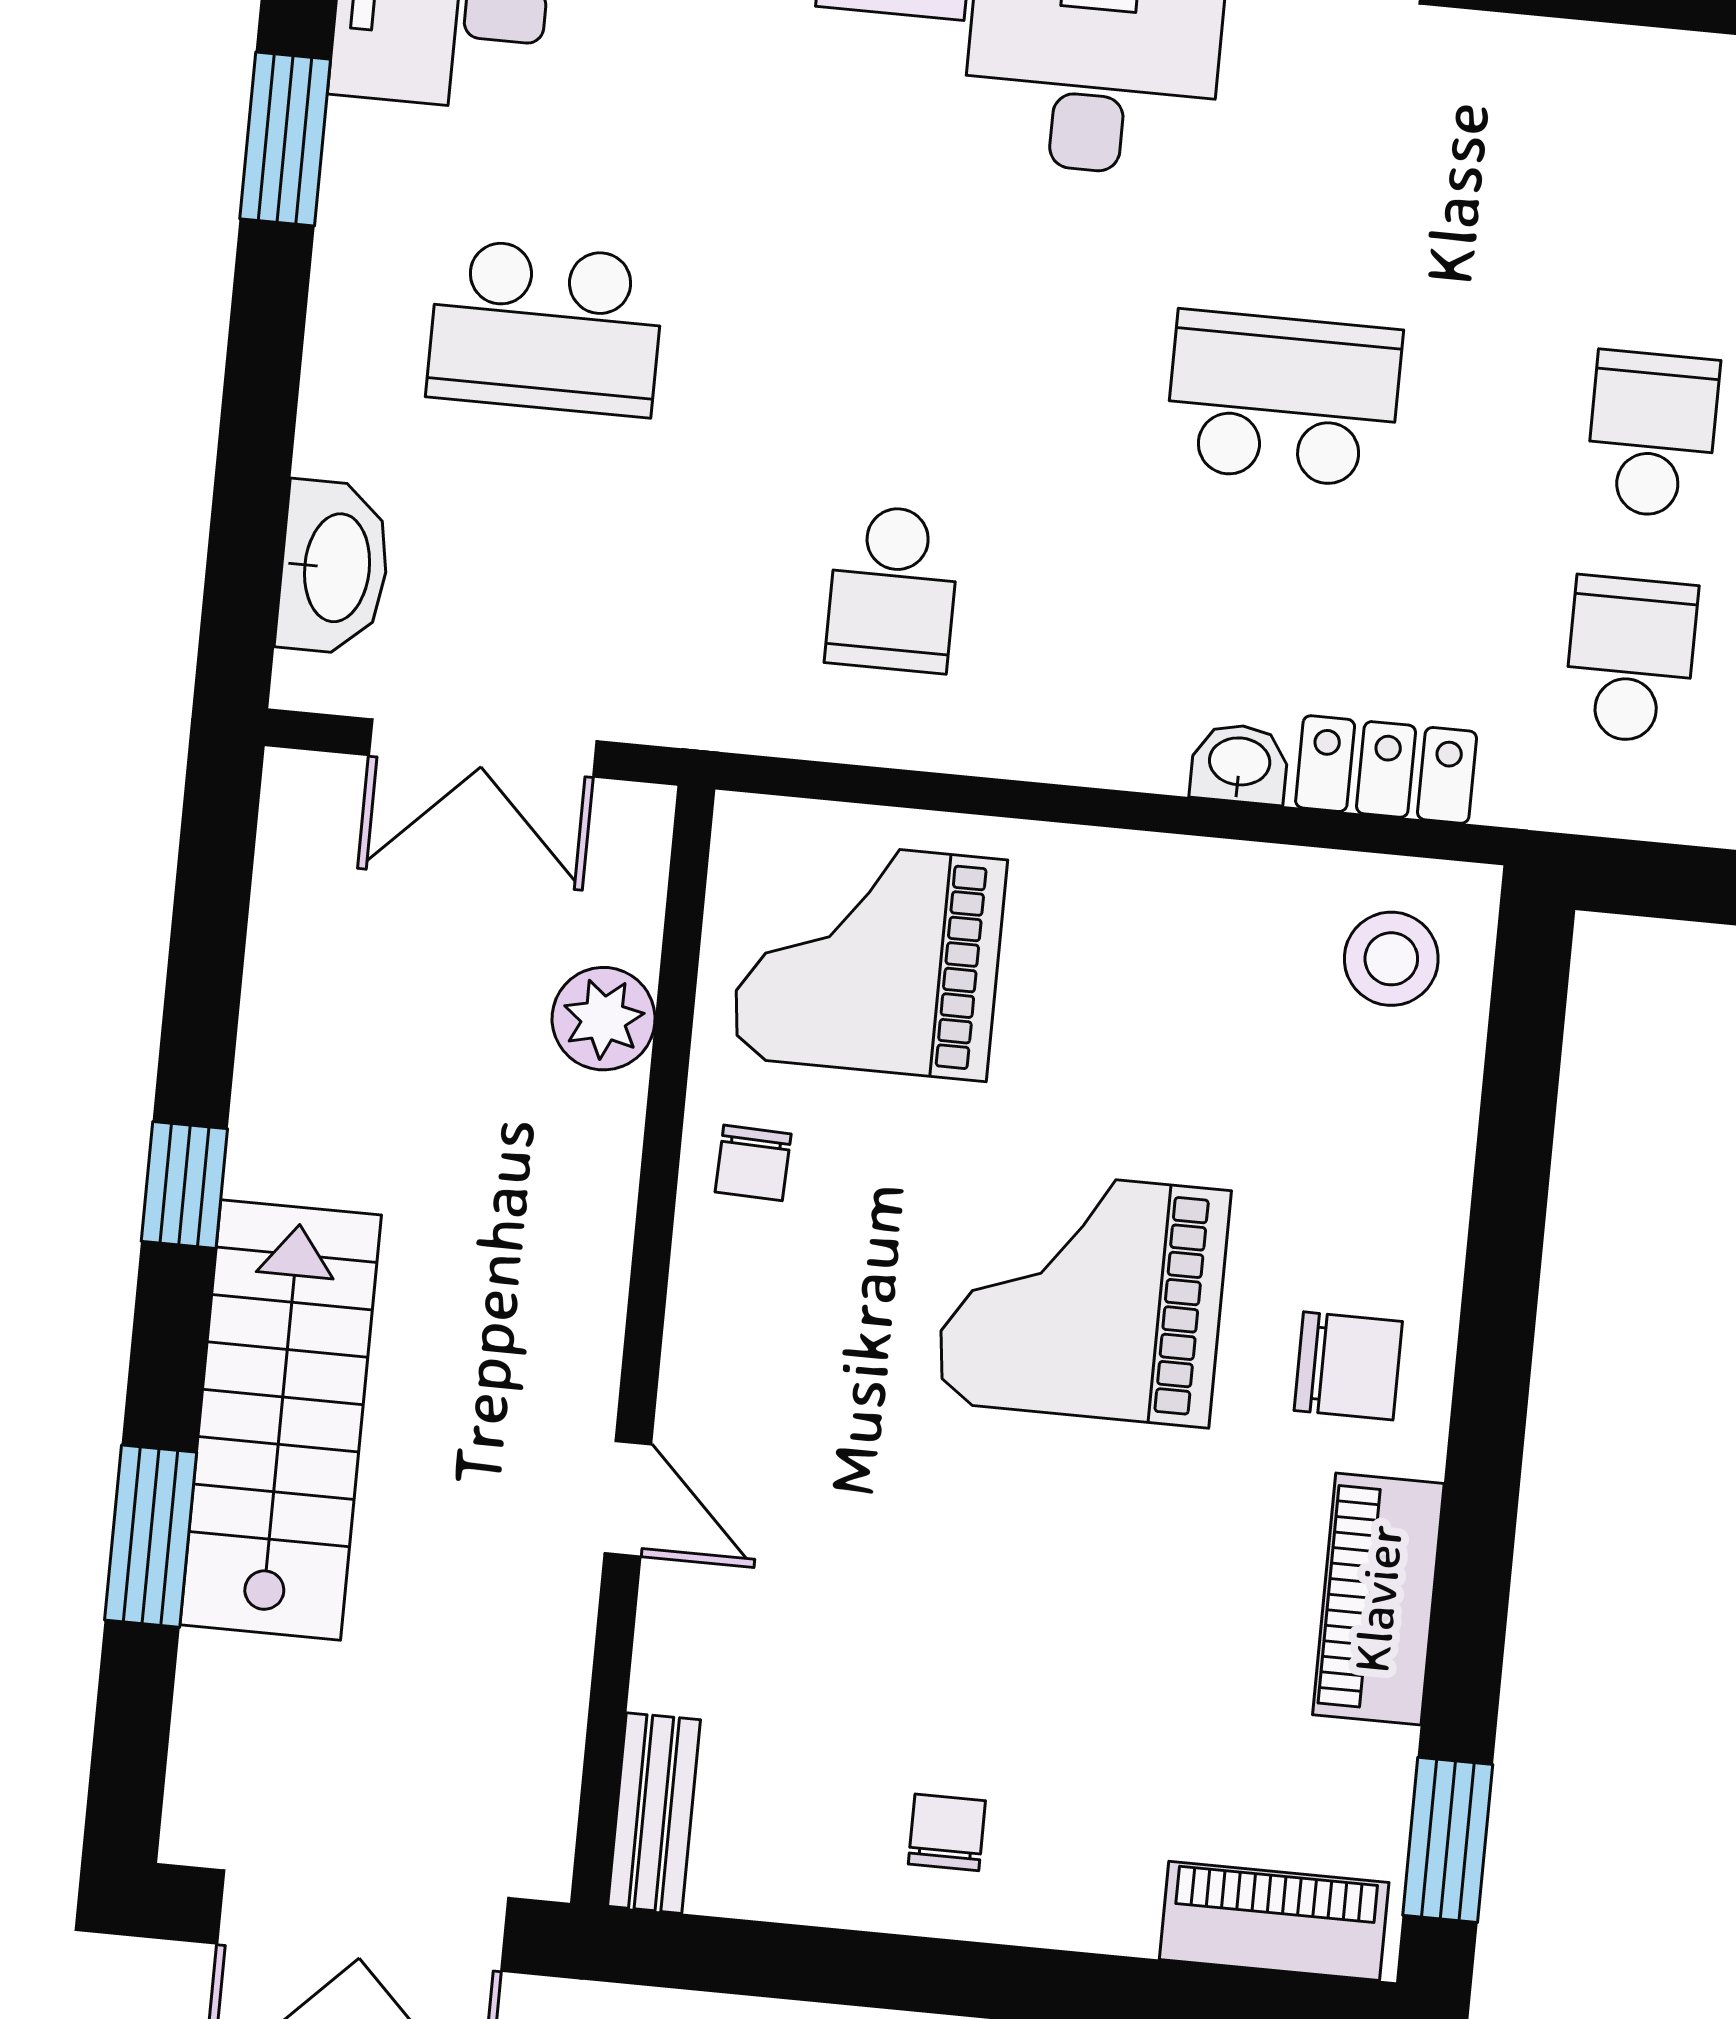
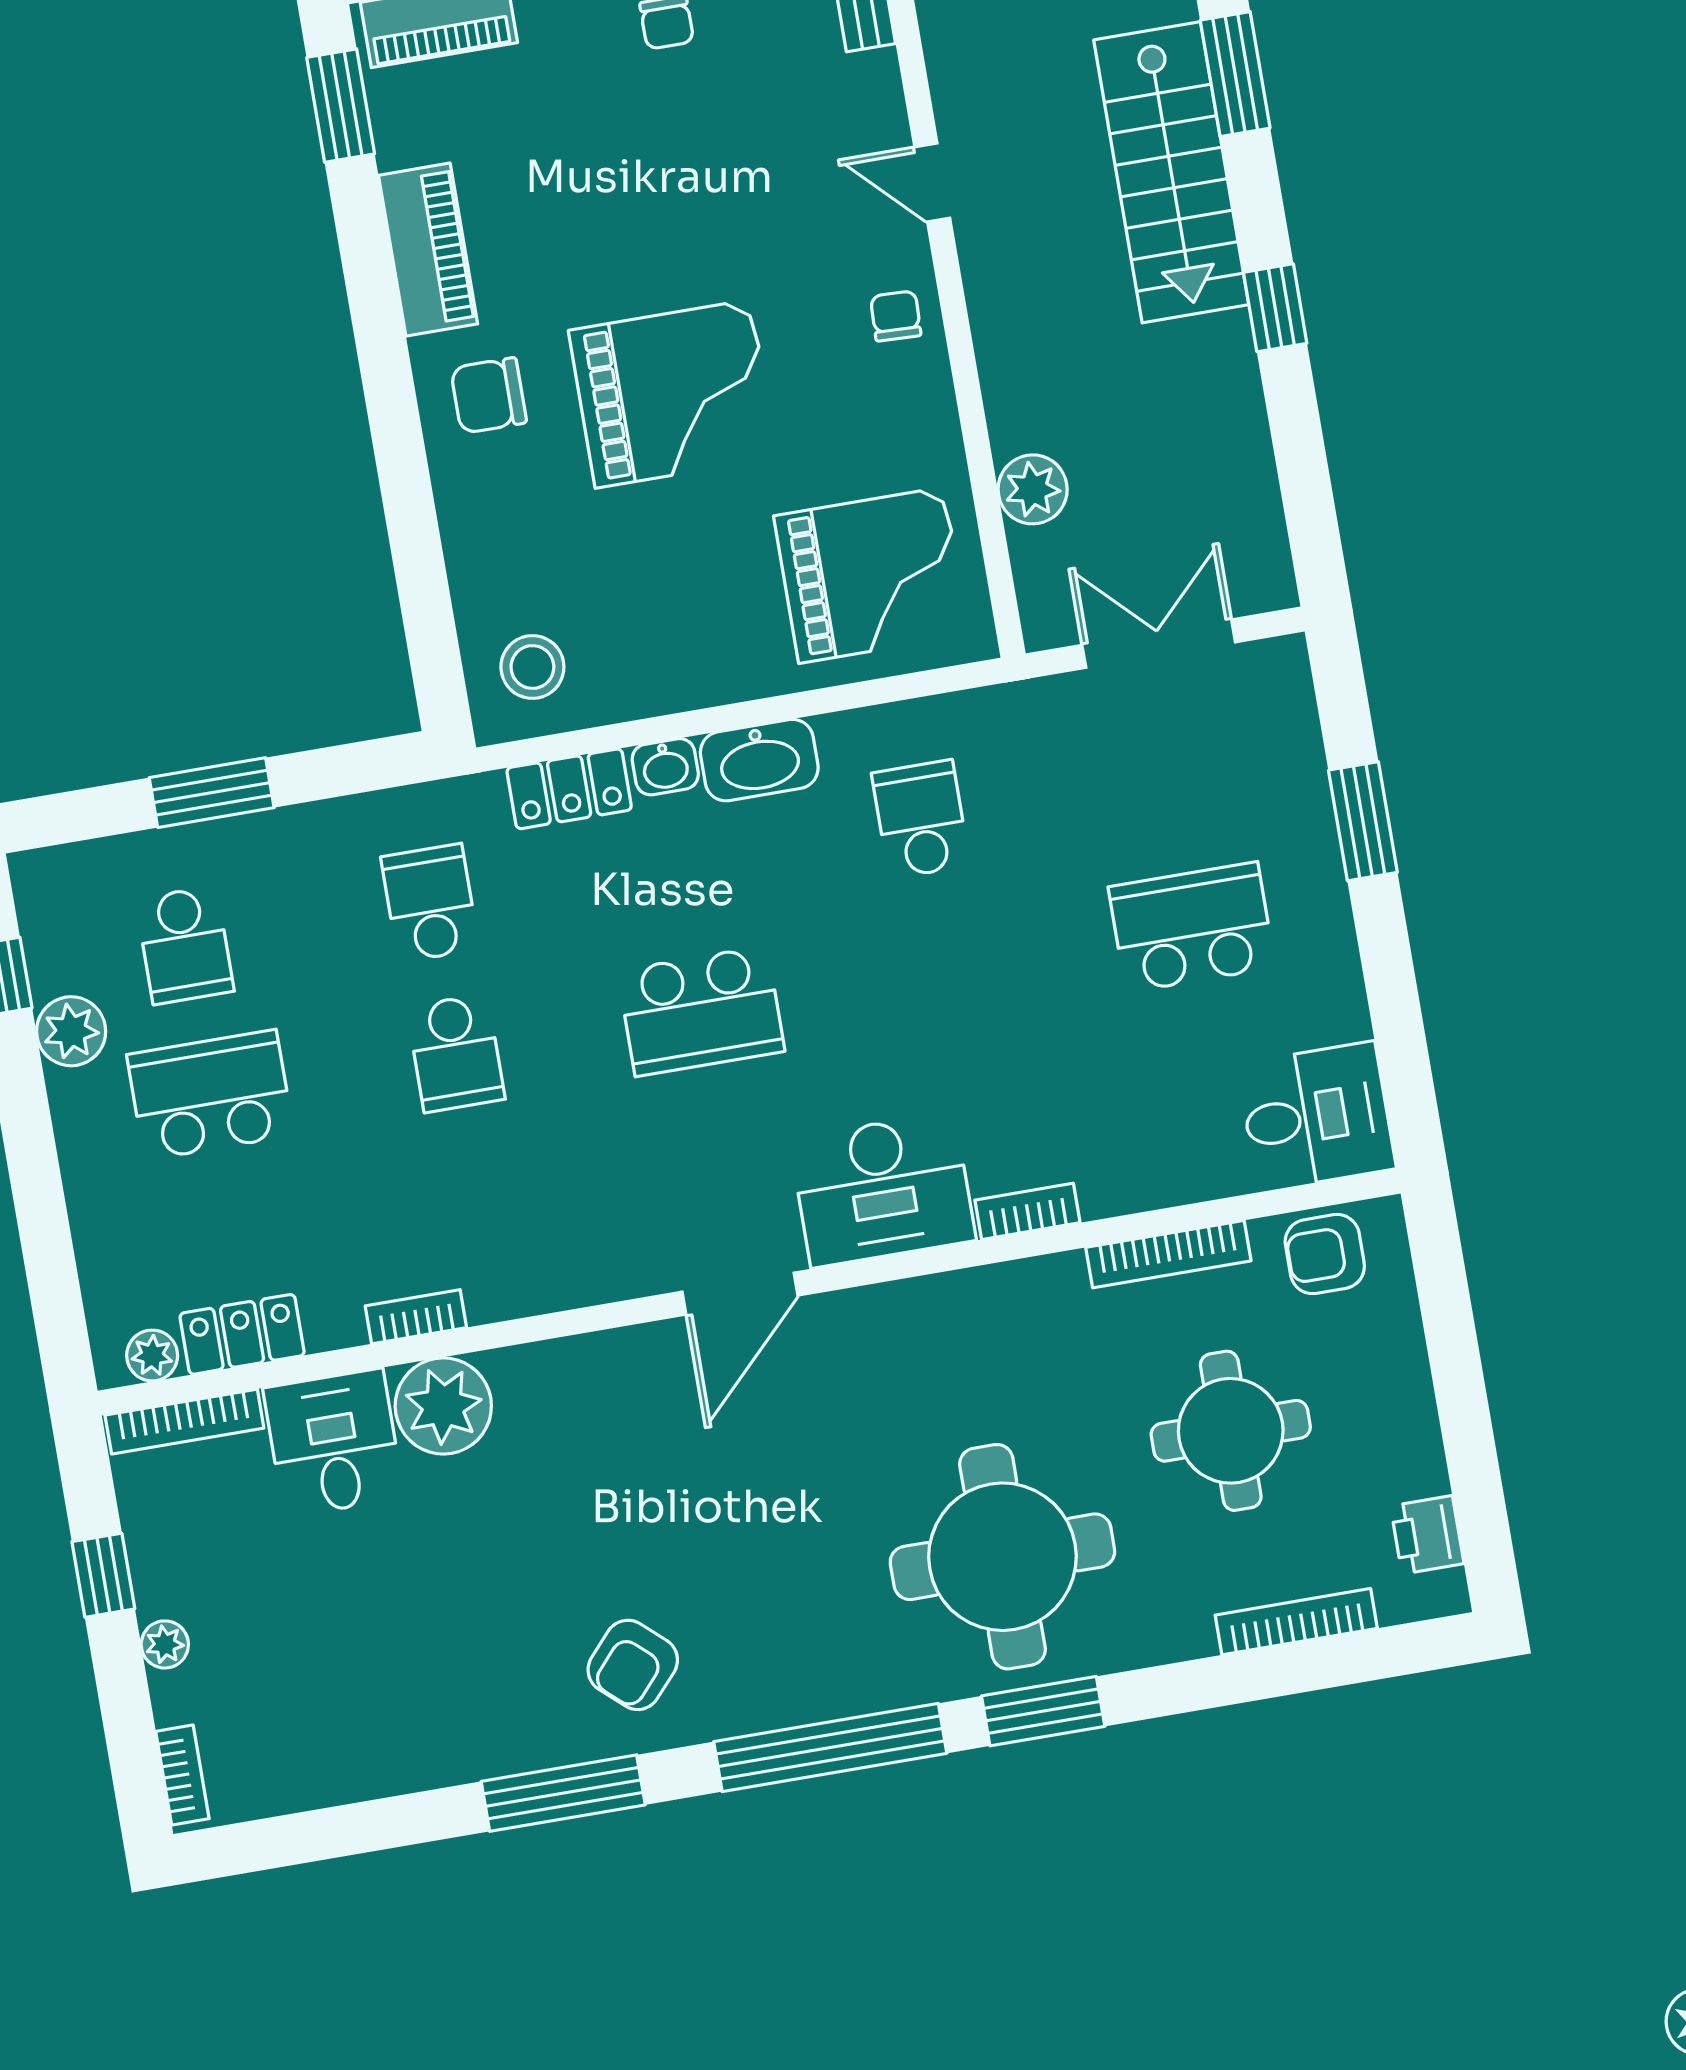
window: (285, 139) -> (1363, 821), moved
washbasin: (334, 567) -> (759, 760), moved, turned -90
school desk: (1630, 660) -> (430, 903), turned 180
chair: (753, 1163) -> (896, 316), moved

